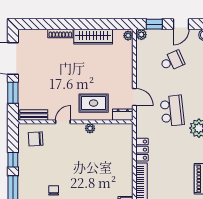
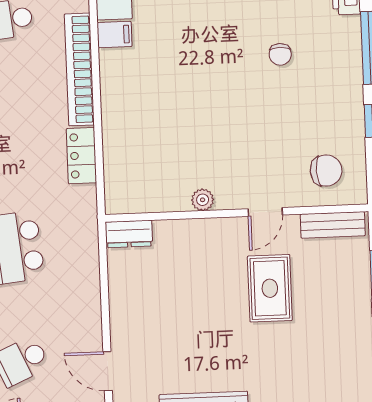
door: (134, 97) -> (108, 371), moved
rug: (94, 103) -> (270, 288), moved, turned 90

